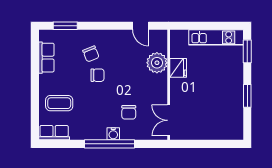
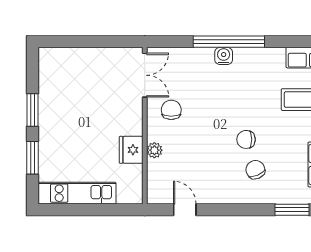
window: (247, 51) -> (33, 158), moved
plant: (157, 63) -> (154, 150), width x0.53, depth x0.53
chair: (129, 112) -> (171, 110), moved

